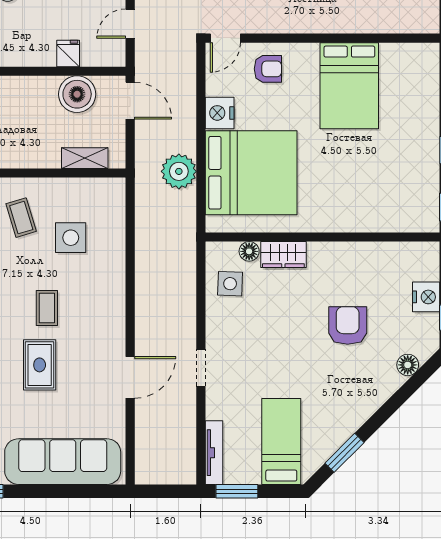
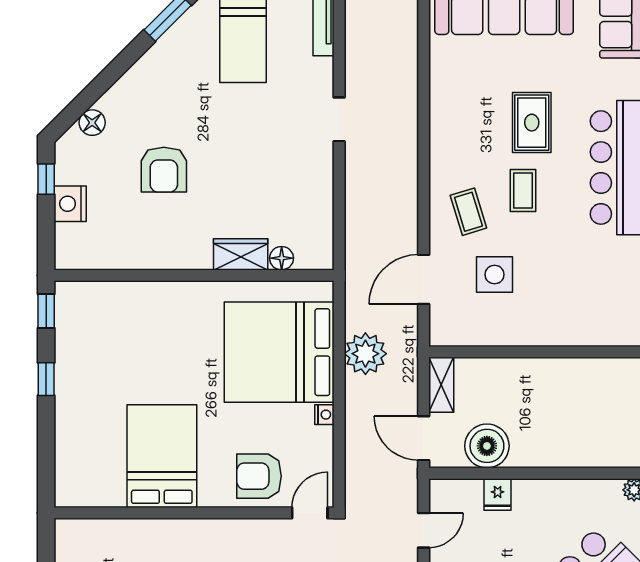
armchair: (268, 69) -> (259, 476), width x1.38, depth x1.38
nightstand: (220, 113) -> (324, 415), width x0.53, depth x0.56
shelving: (85, 158) -> (441, 385), moved, turned 90
coffee table: (21, 218) -> (468, 212), moved
side table: (230, 284) -> (304, 220), removed
door: (130, 377) -> (424, 279), moved

